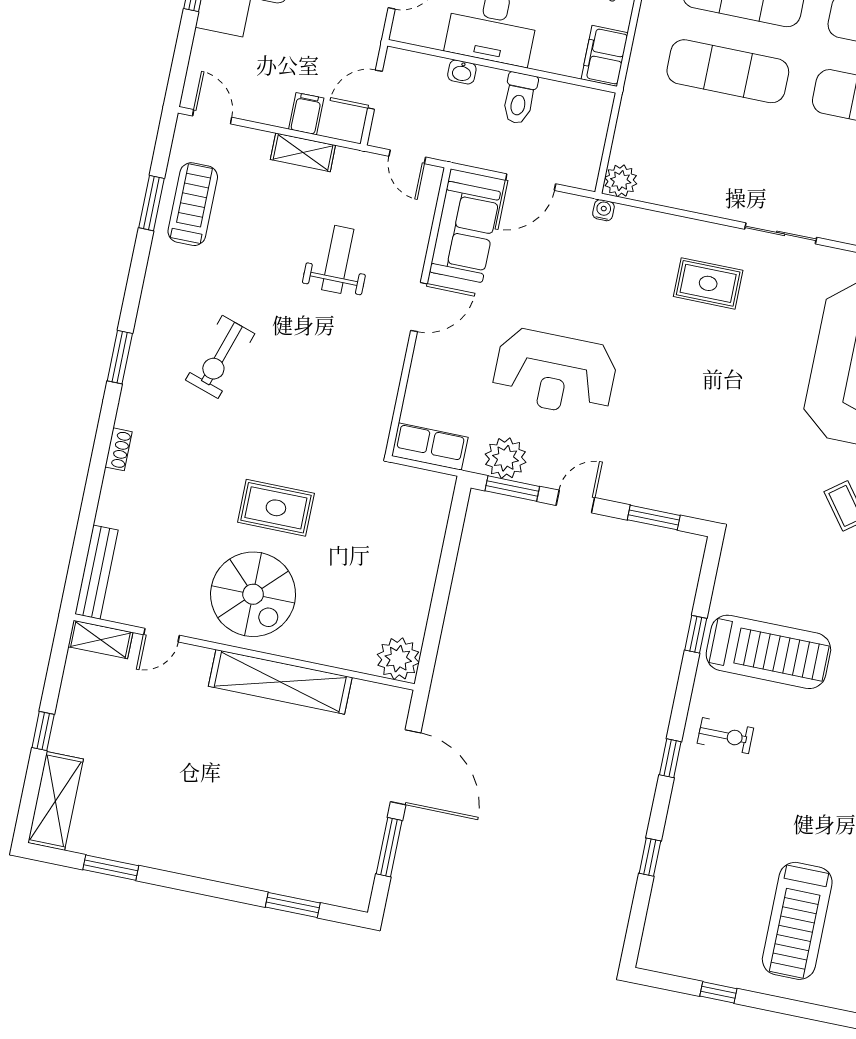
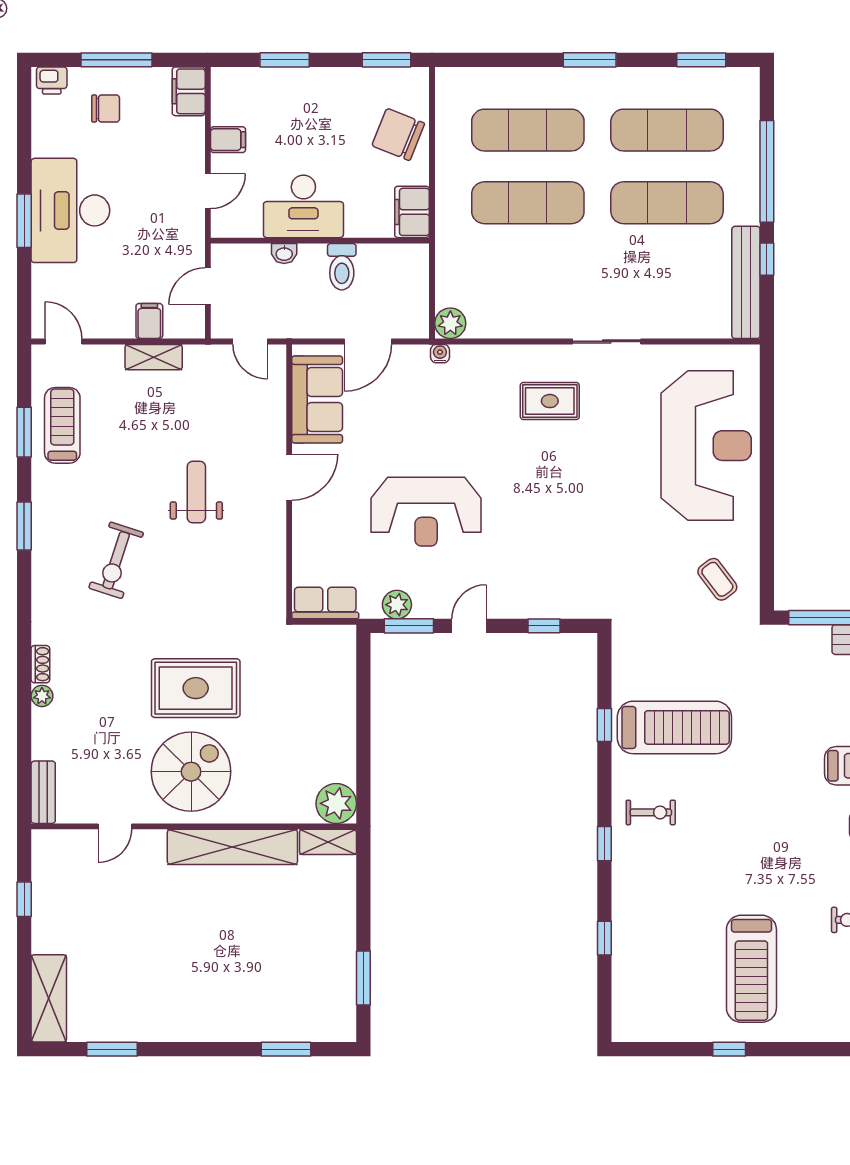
weight bench: (338, 259) -> (196, 492), moved
window: (120, 357) -> (24, 526), moved
plant: (506, 458) -> (397, 605), width x0.73, depth x0.73
plant: (113, 483) -> (42, 696), added
rug: (276, 508) -> (196, 688), width x1.36, depth x1.43
window: (654, 518) -> (544, 626), width x0.67
bench: (96, 572) -> (43, 792), width x0.73
spiral stairs: (253, 594) -> (191, 772), turned -90
shelving: (100, 640) -> (328, 842), moved
window: (43, 731) -> (24, 899), moved
door: (406, 767) -> (363, 902), removed
window: (718, 992) -> (729, 1049), moved

